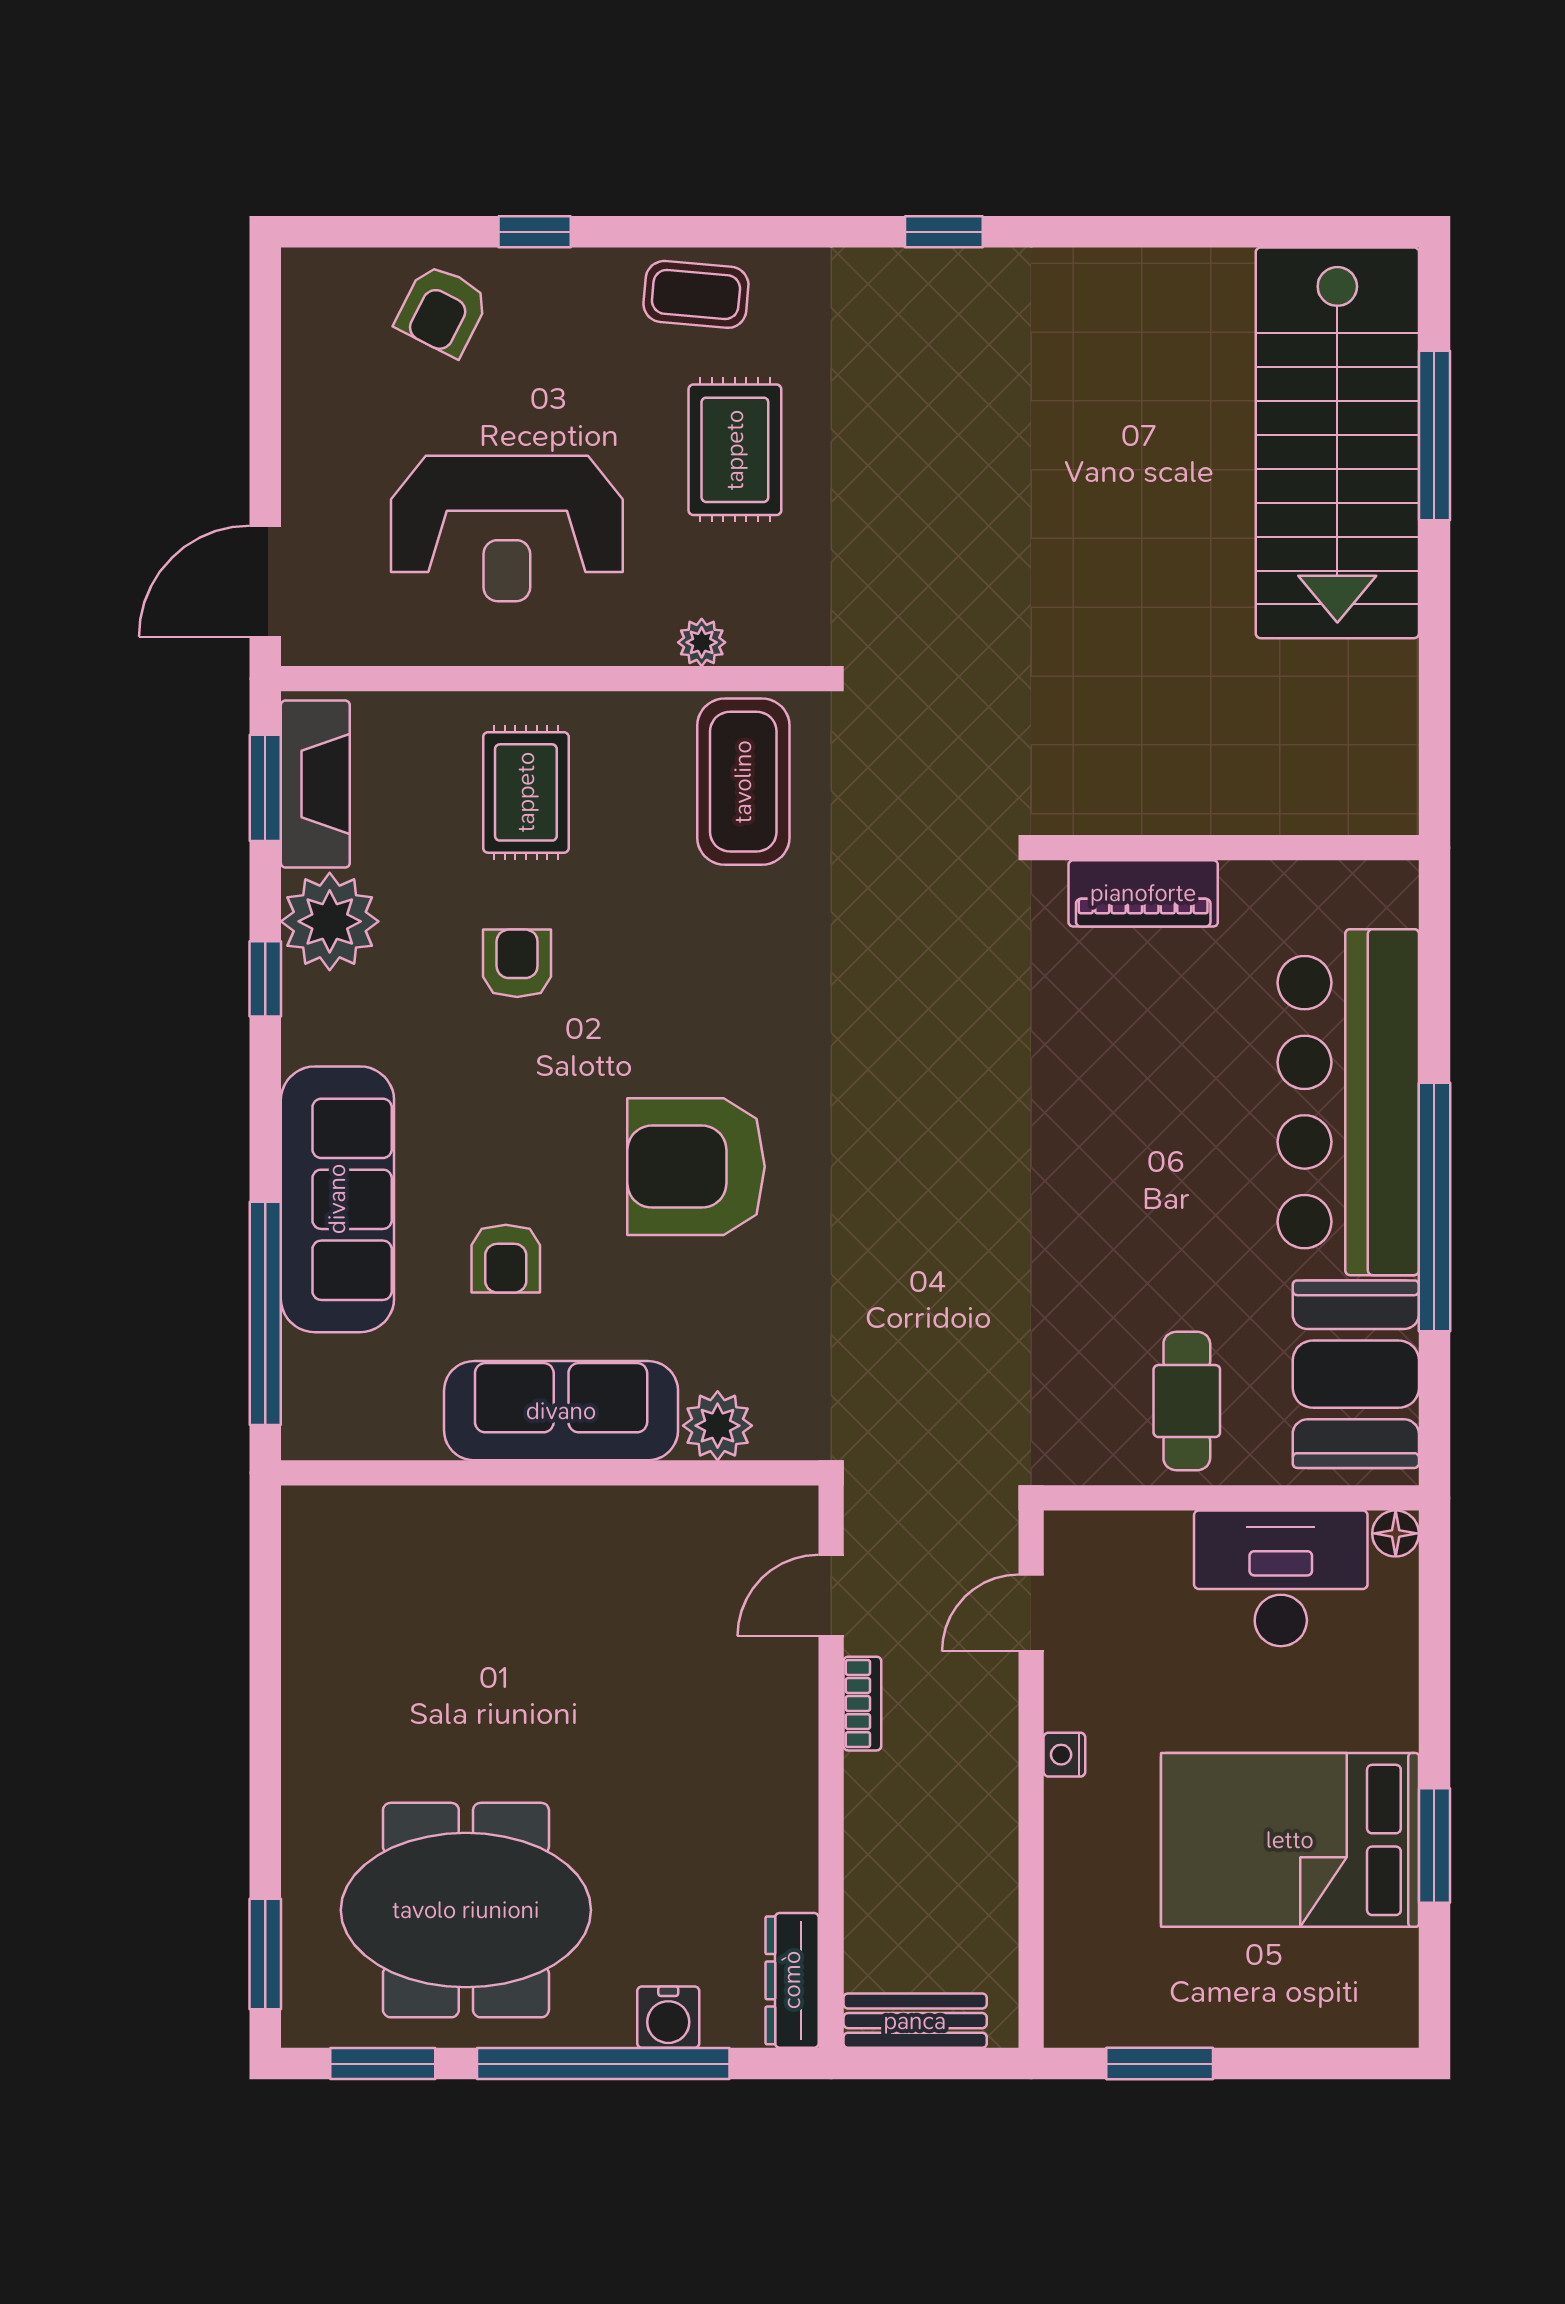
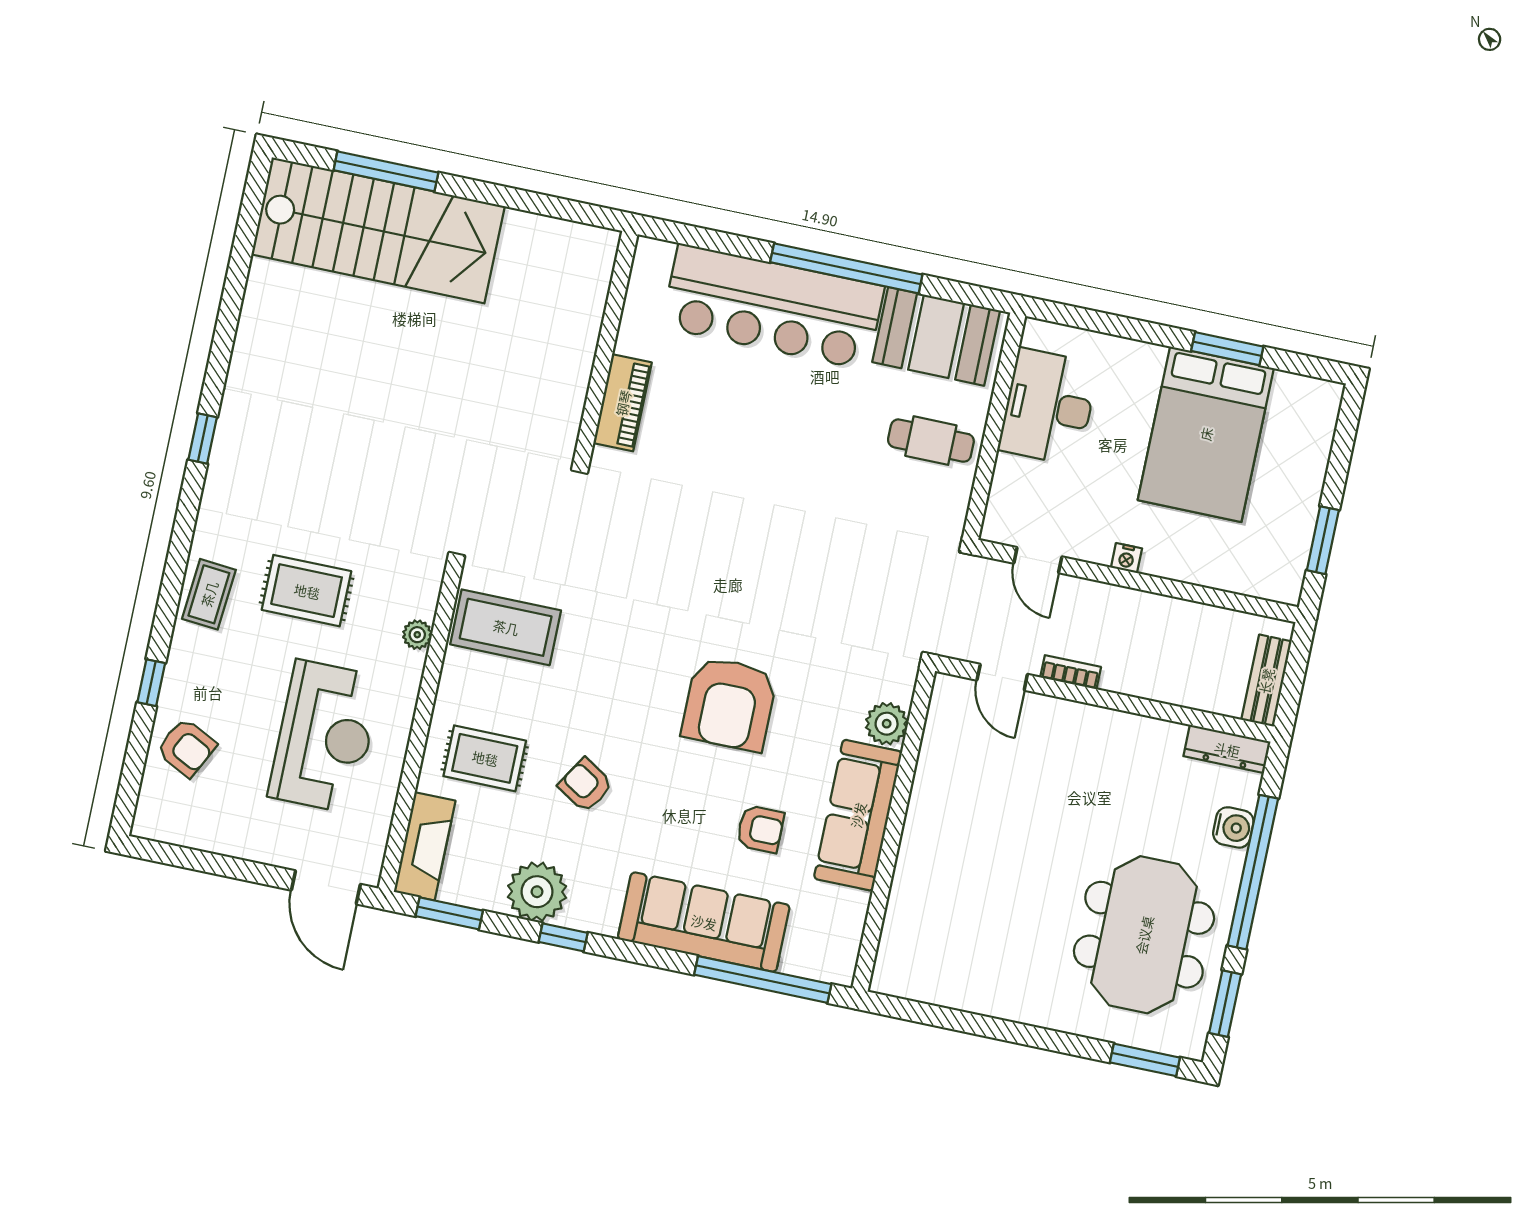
fireplace: (315, 784) -> (425, 846), moved, turned 90
armchair: (517, 963) -> (585, 785), turned 32
floor lamp: (1396, 1533) -> (1036, 333), removed

